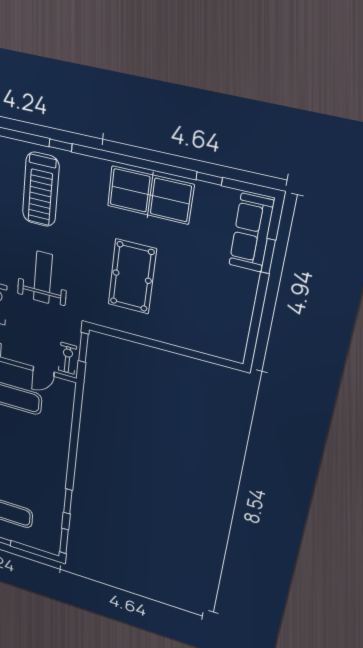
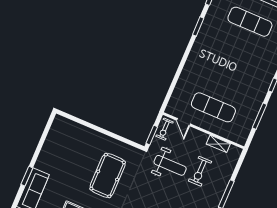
weight bench: (43, 277) -> (170, 165), moved, turned -90
door: (44, 371) -> (184, 122), swing flipped

